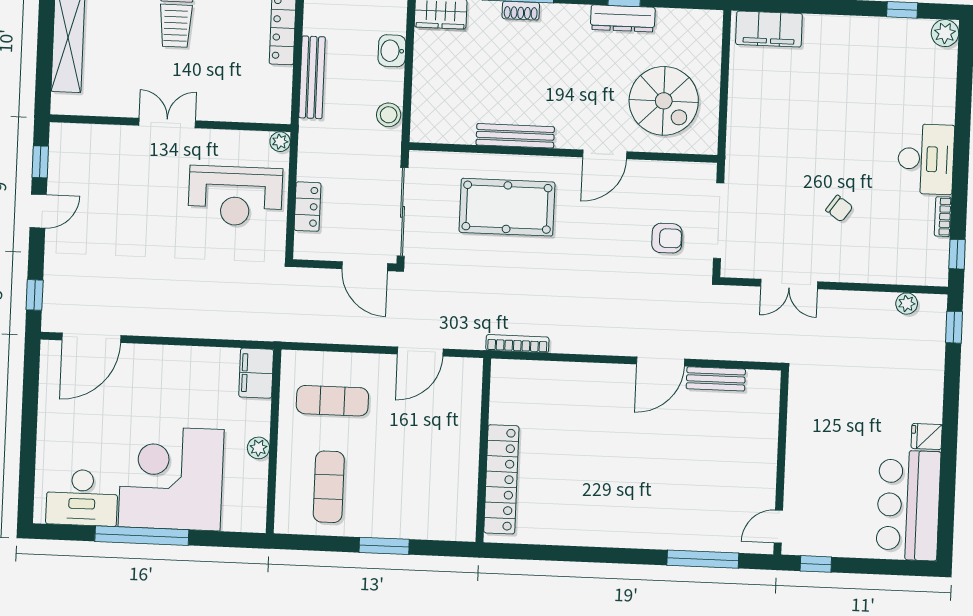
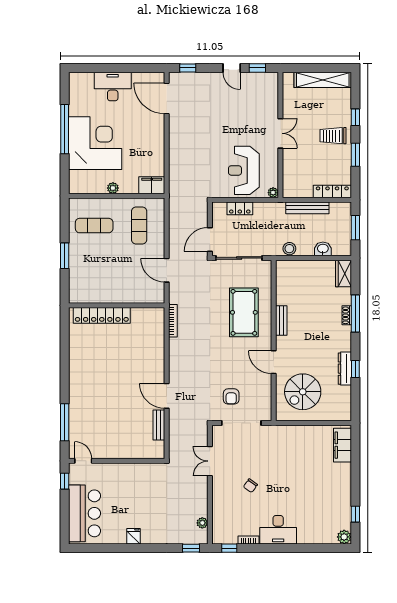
bench: (515, 136) -> (281, 320), width x0.73
desk: (82, 498) -> (113, 86), moved, turned 90
bar counter: (908, 505) -> (85, 513), moved, turned 90

